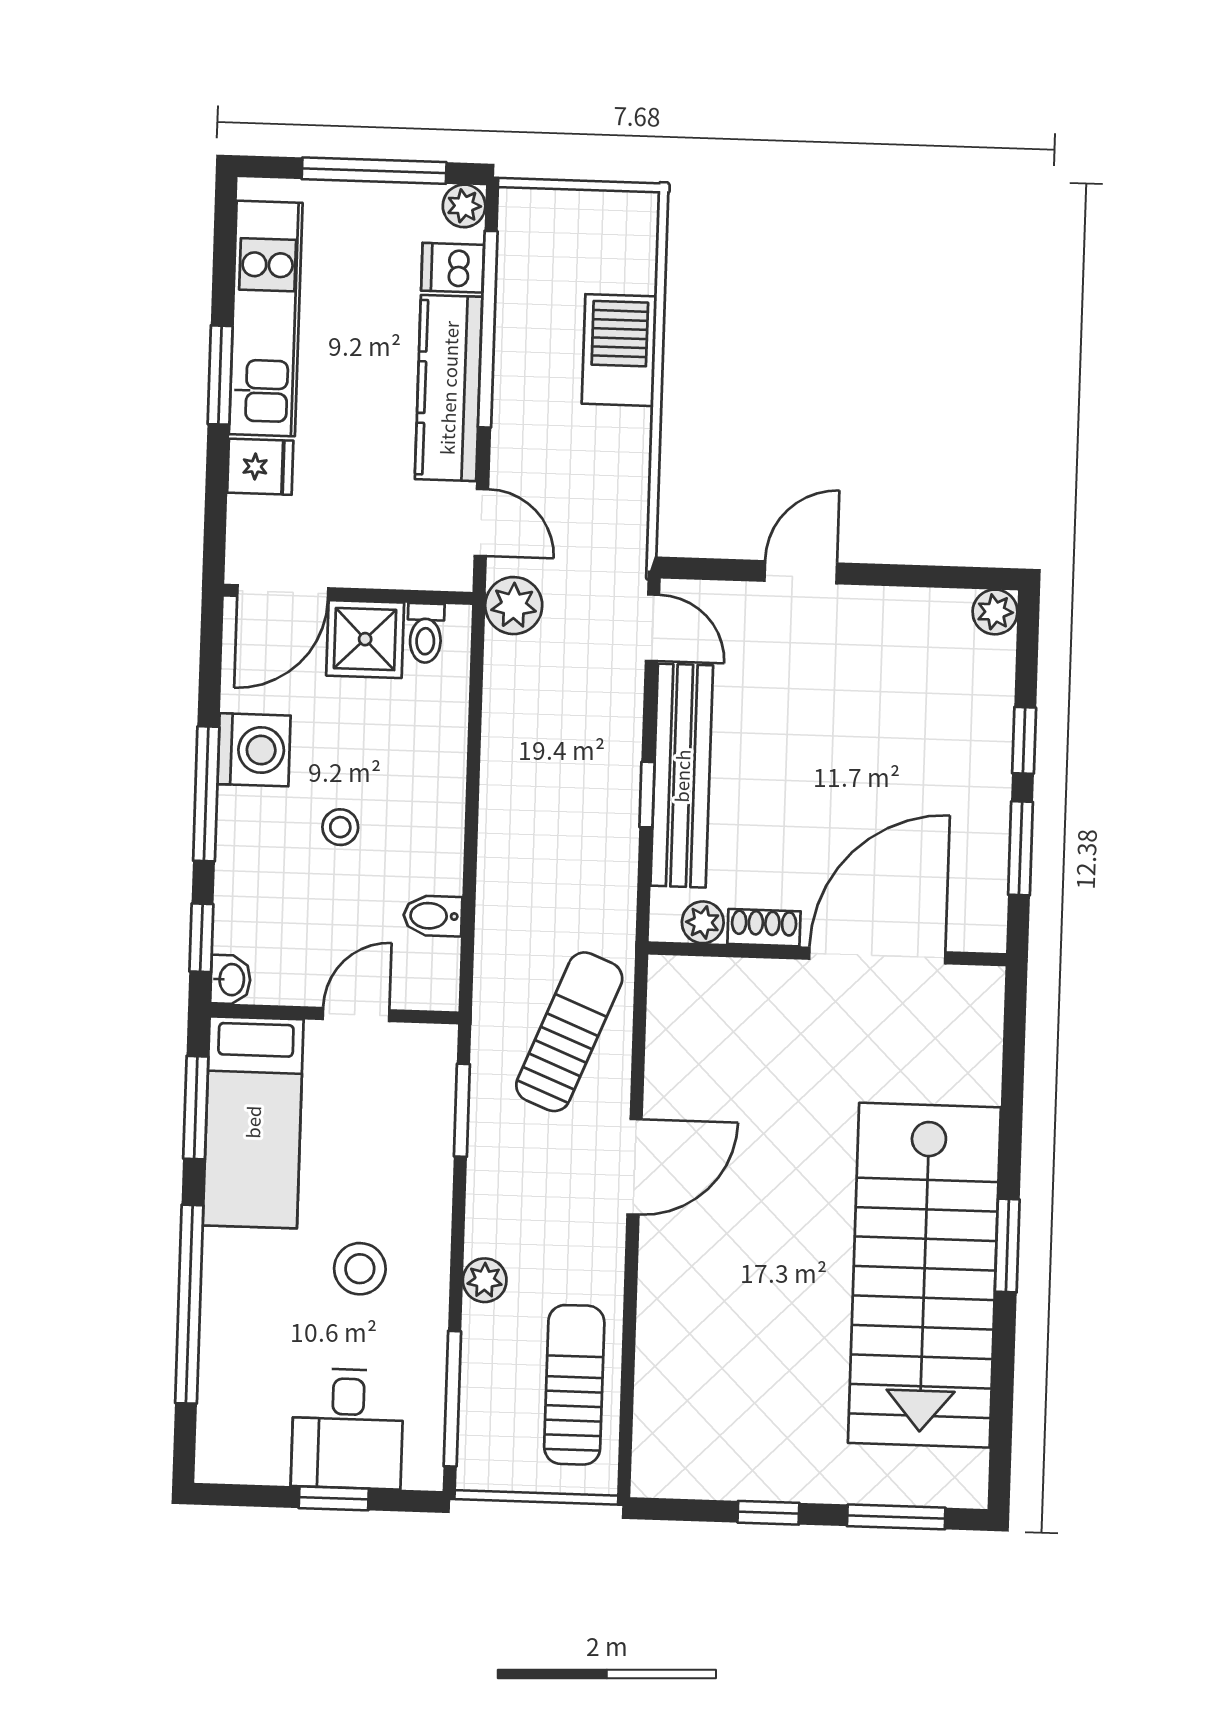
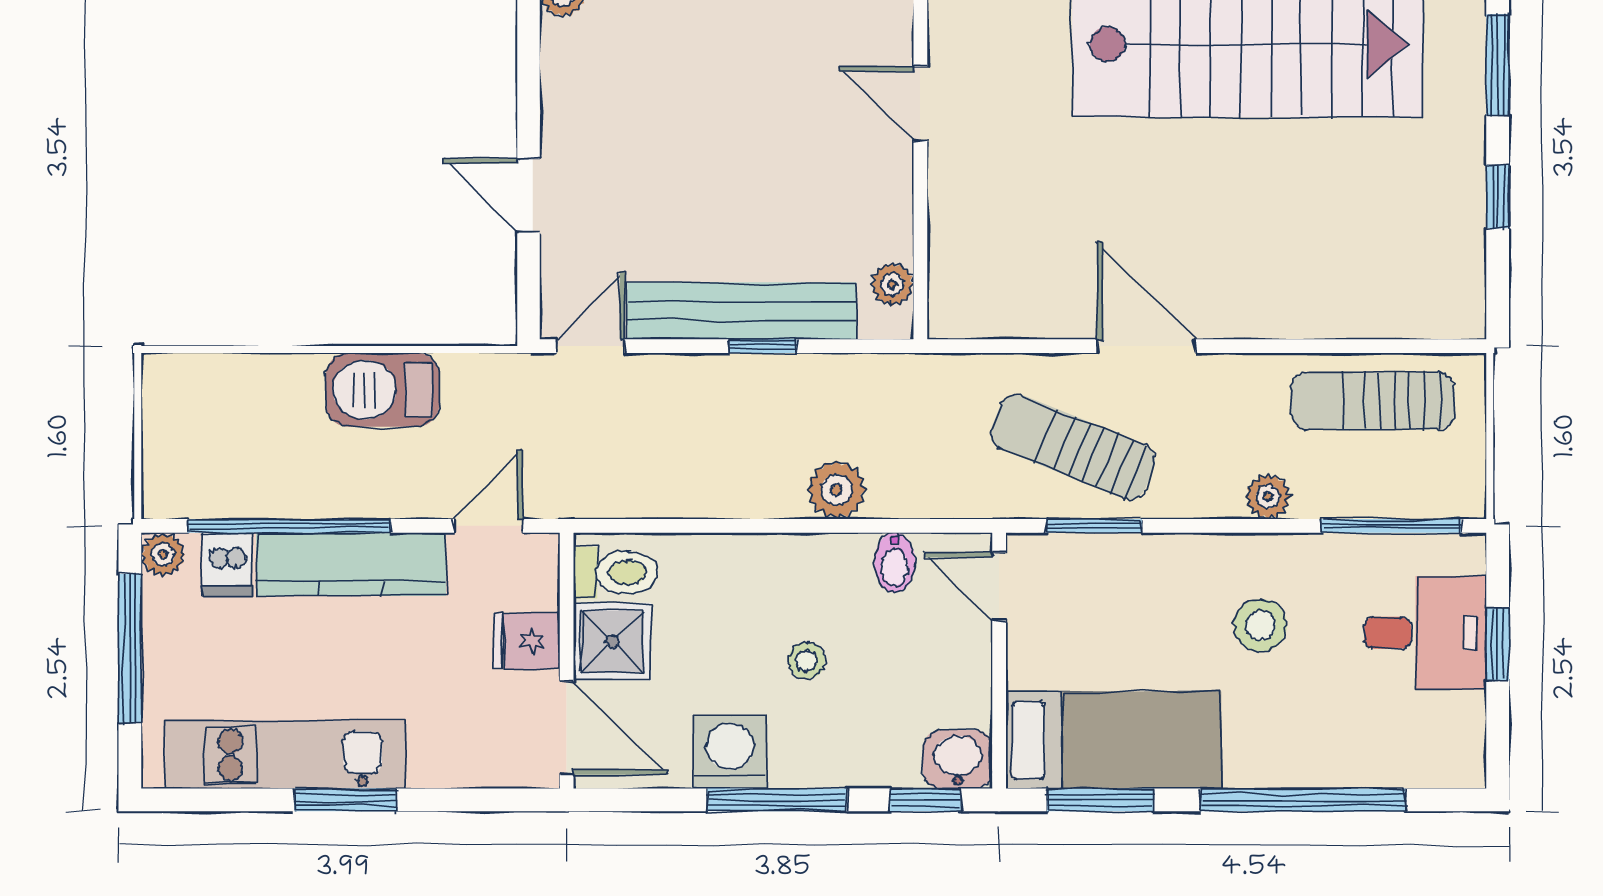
barbecue: (619, 350) -> (383, 390), moved
fridge: (260, 467) -> (527, 641), moved, turned -90
plant: (514, 606) -> (837, 490), moved
toilet: (426, 633) -> (616, 573), width x1.37, depth x1.39
shoe rack: (764, 928) -> (896, 221), removed
door: (877, 956) -> (920, 104), width x0.53
washbasin: (231, 980) -> (958, 759), width x1.38, depth x1.45
door: (356, 1015) -> (999, 586), moved
sun lounger: (569, 1032) -> (1073, 447), moved

